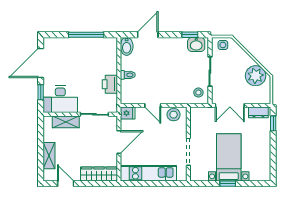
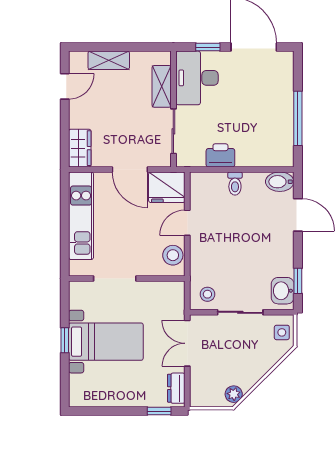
plant: (256, 76) -> (234, 394), width x0.53, depth x0.53
fridge: (128, 113) -> (167, 187), width x1.88, depth x1.34
wardrobe: (99, 174) -> (80, 148), width x0.67

